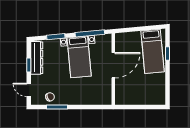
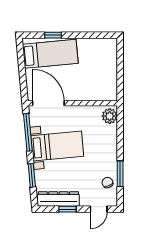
door: (113, 65) -> (48, 103), moved
plant: (103, 99) -> (110, 116), added

